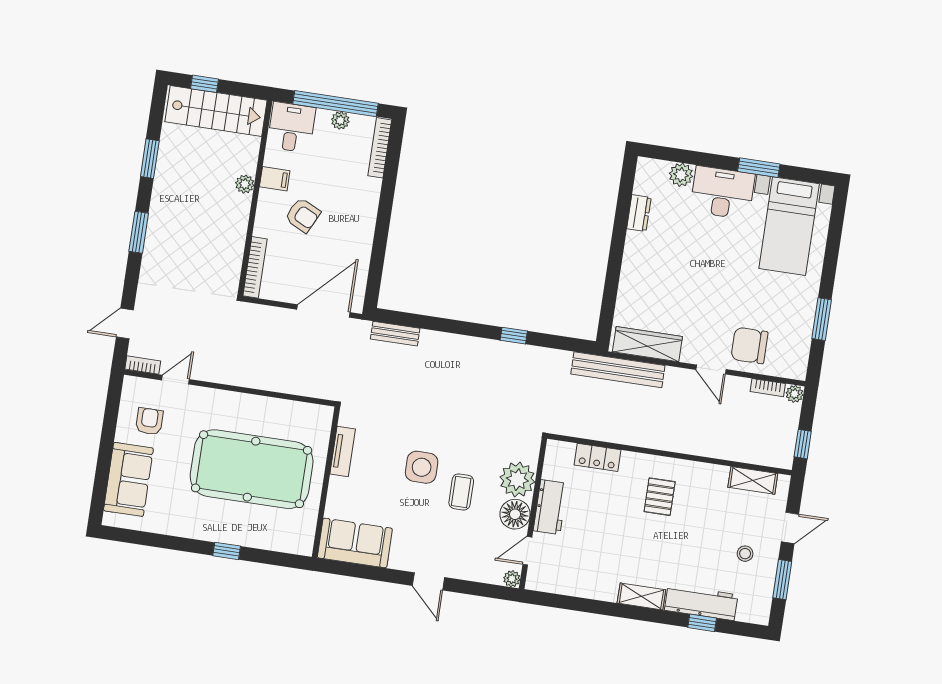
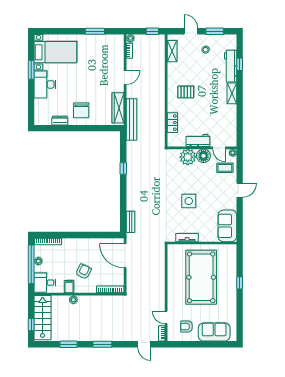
plant: (681, 175) -> (40, 104), removed
chair: (749, 345) -> (81, 110), moved
coffee table: (461, 492) -> (225, 168), moved

